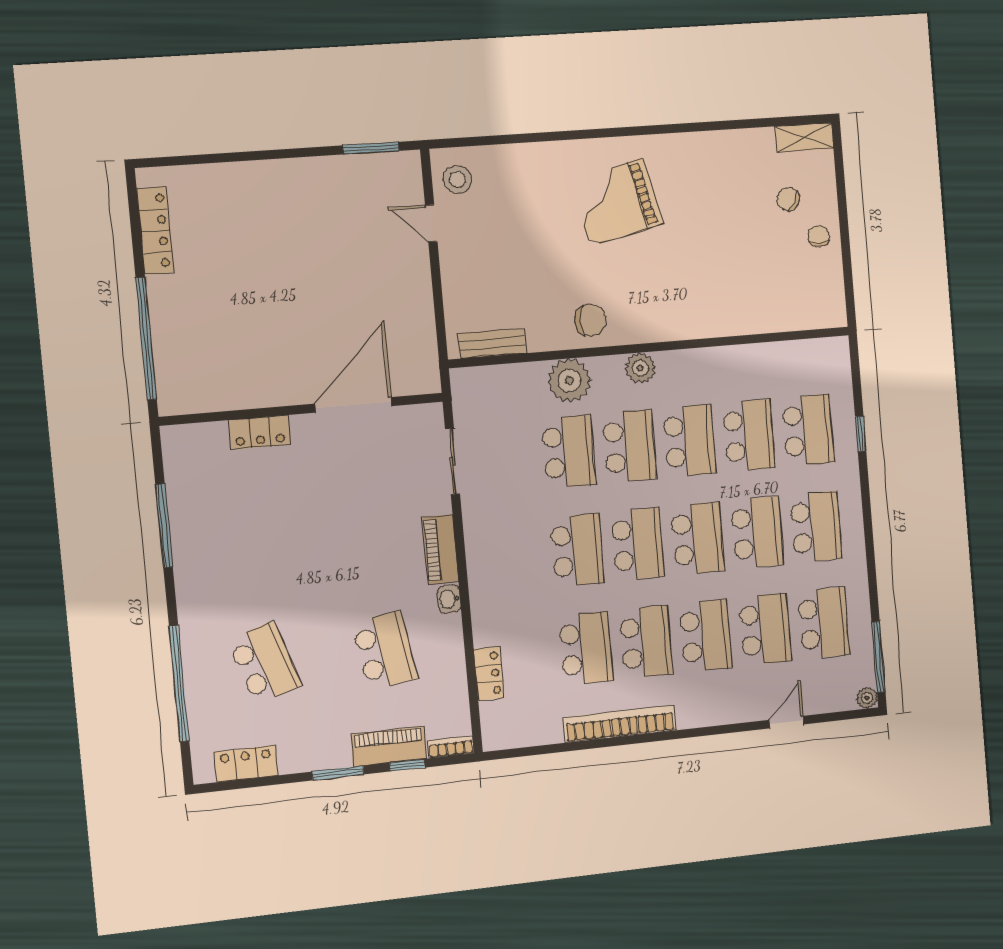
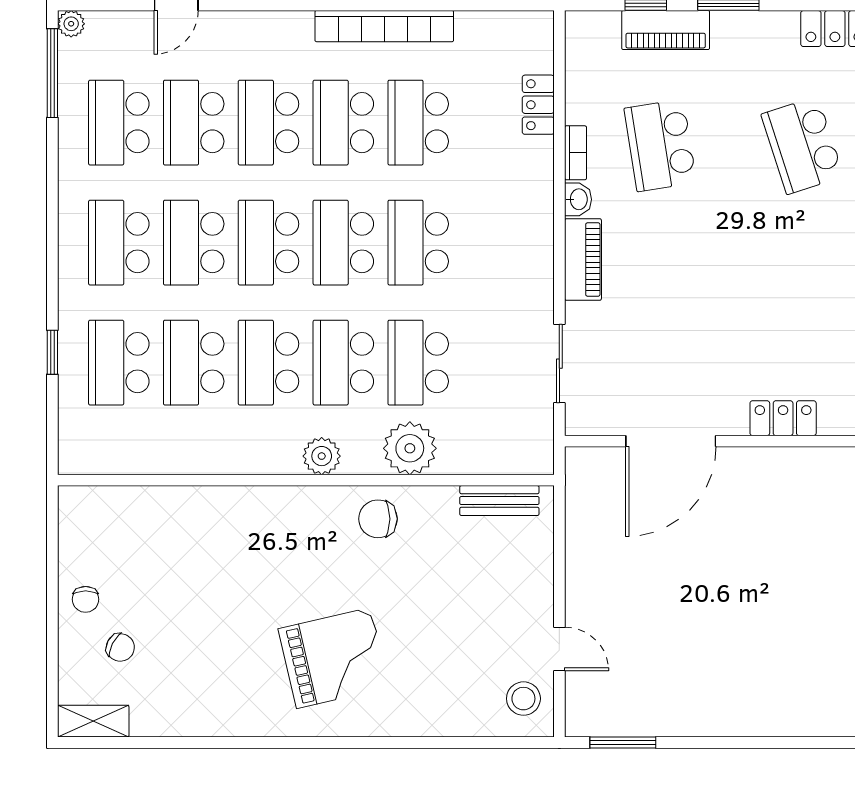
bookcase: (451, 747) -> (576, 153), moved, turned -90

